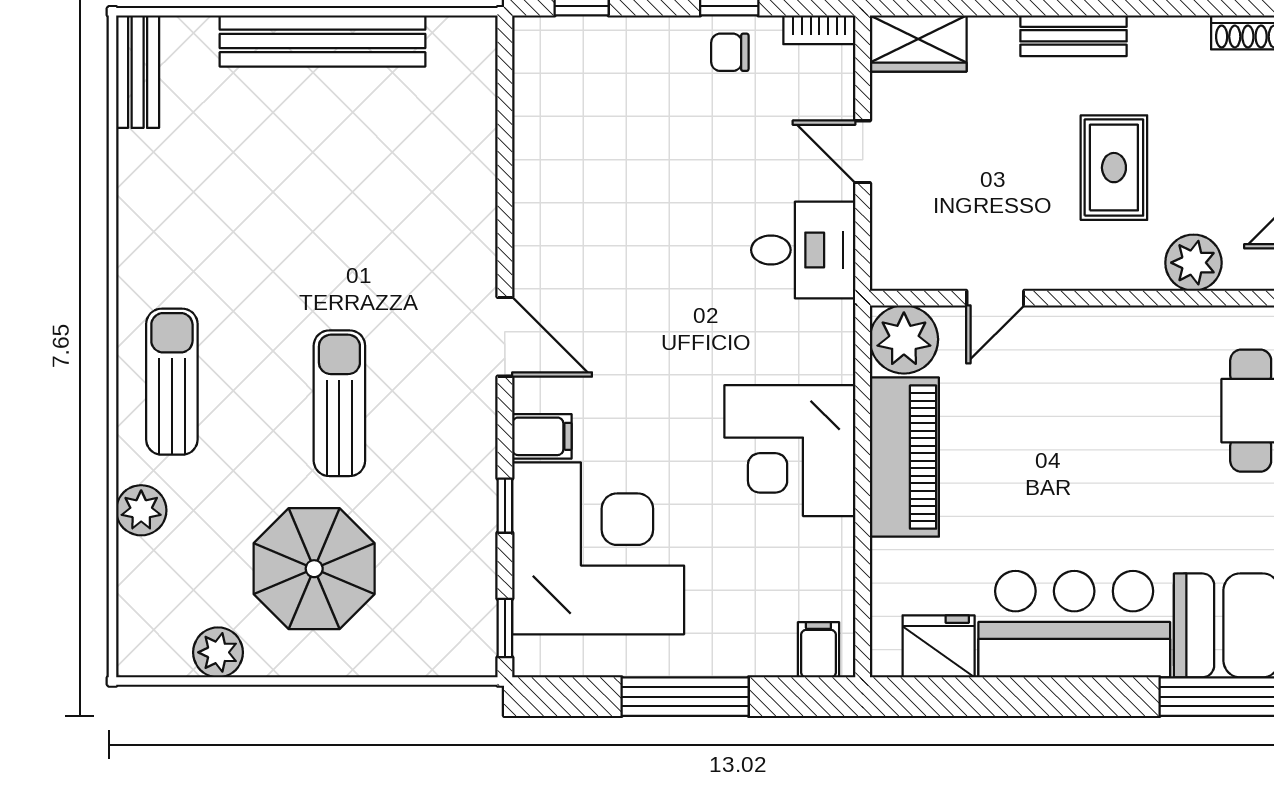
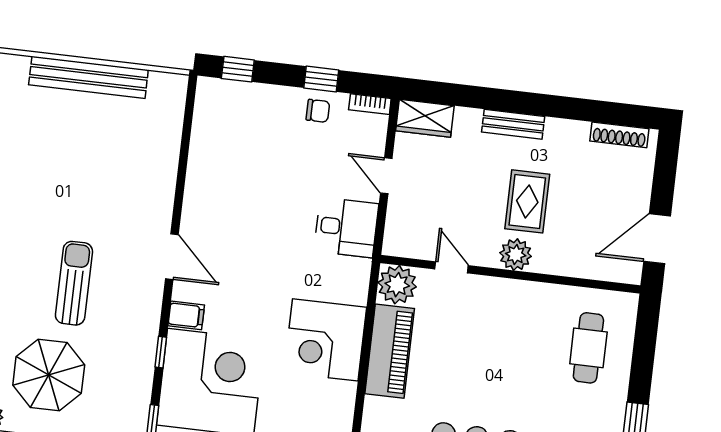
chair: (730, 52) -> (318, 111), turned 180
plant: (1193, 263) -> (516, 255), moved
door: (995, 298) -> (452, 267), swing flipped

